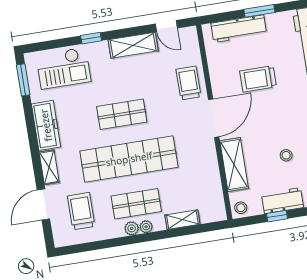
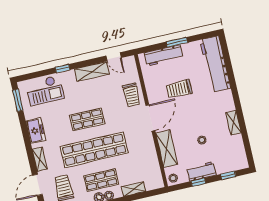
trolley: (188, 83) -> (132, 95), turned 180
freezer: (46, 125) -> (36, 131), width x0.71

